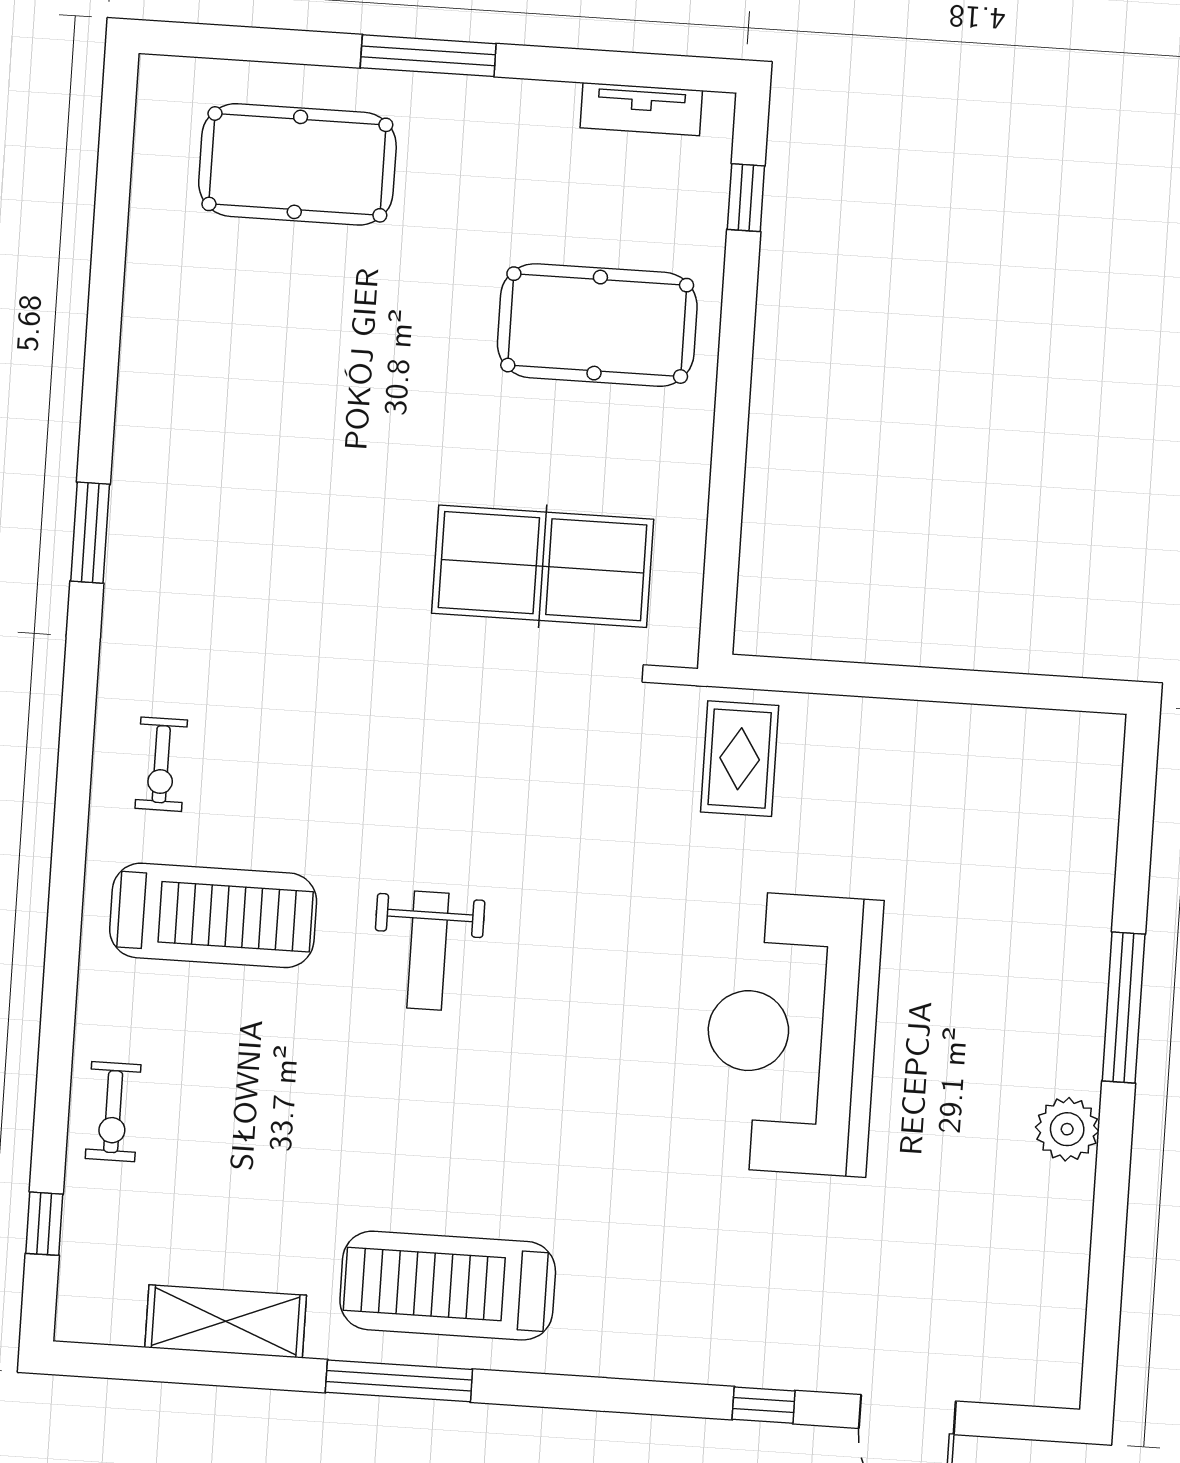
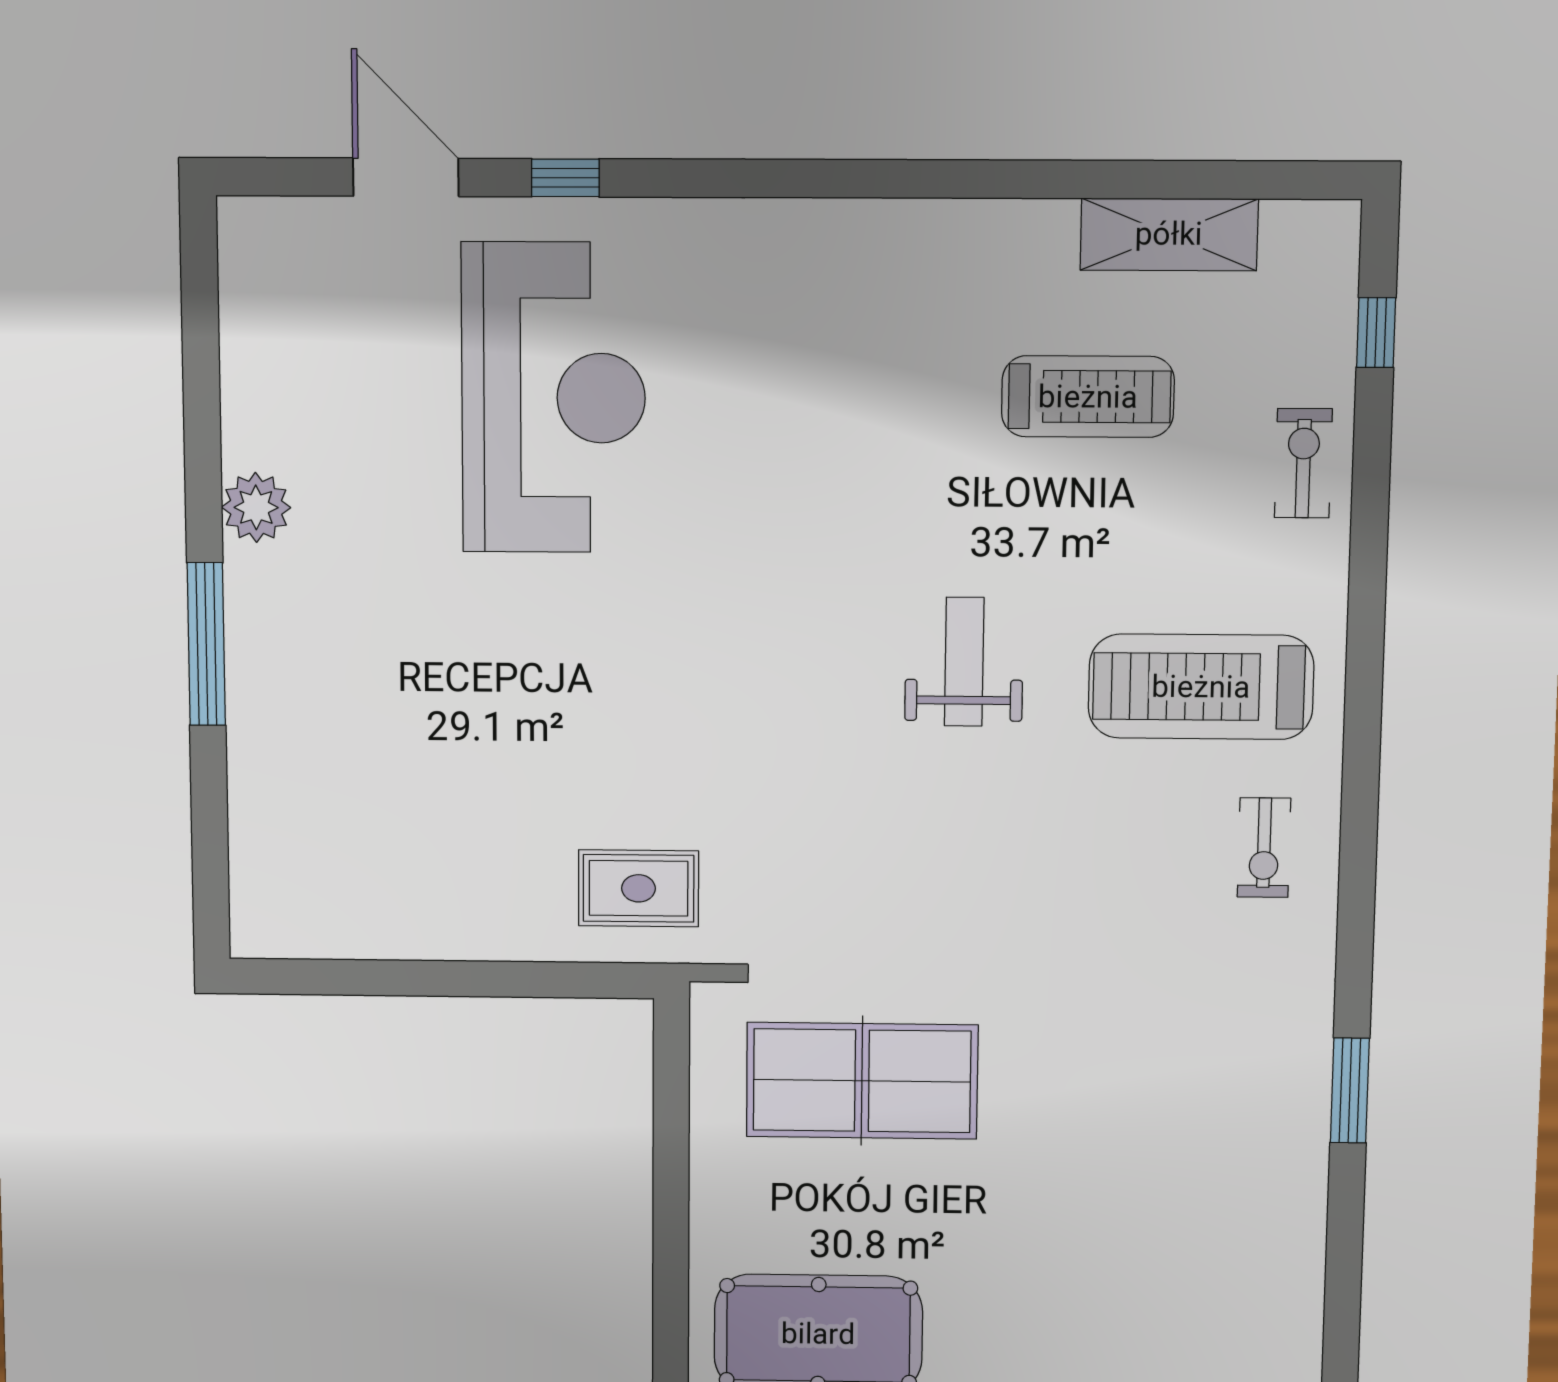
rug: (740, 759) -> (639, 888), turned 90
exercise bike: (161, 764) -> (1264, 848), turned 180
reception desk: (792, 1033) -> (554, 398), moved
treadmill: (448, 1286) -> (1088, 397), moved, width x0.73, depth x0.73
window: (399, 1381) -> (972, 179), removed

